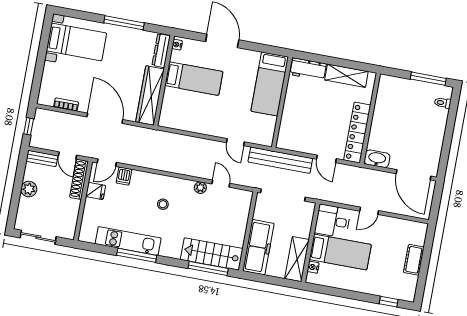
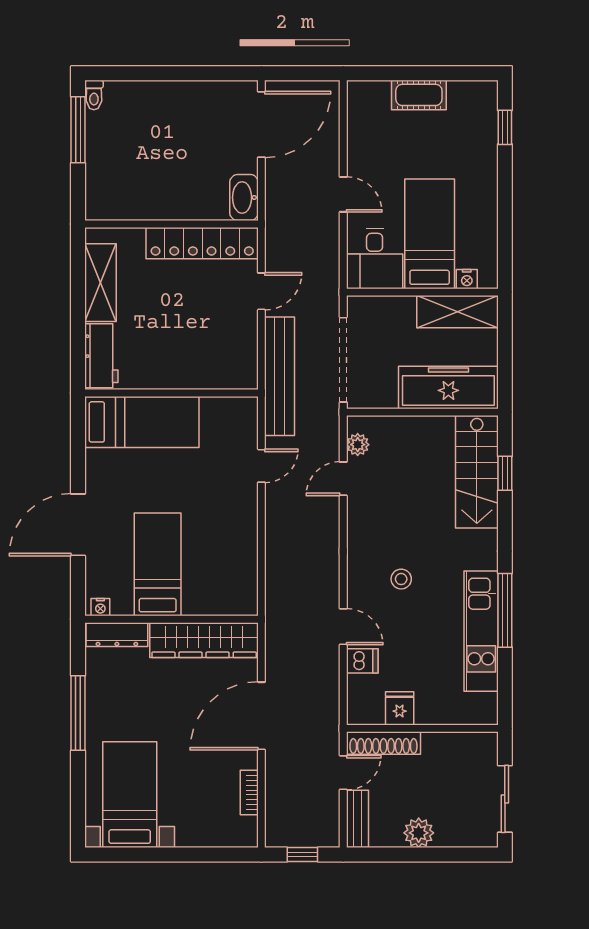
toilet: (443, 103) -> (94, 95), moved
door: (107, 163) -> (343, 627), moved
plant: (200, 188) -> (358, 445), moved
window: (208, 268) -> (505, 473), width x0.46

